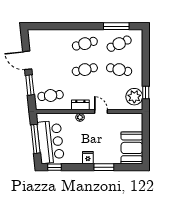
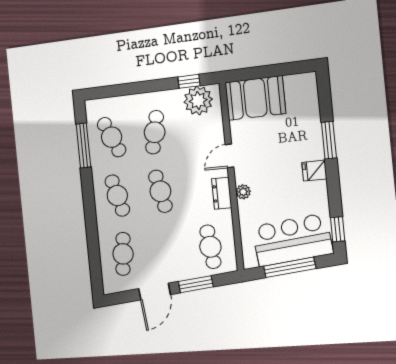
cafe table: (51, 44) -> (123, 254), added
booth: (132, 148) -> (255, 98), moved

